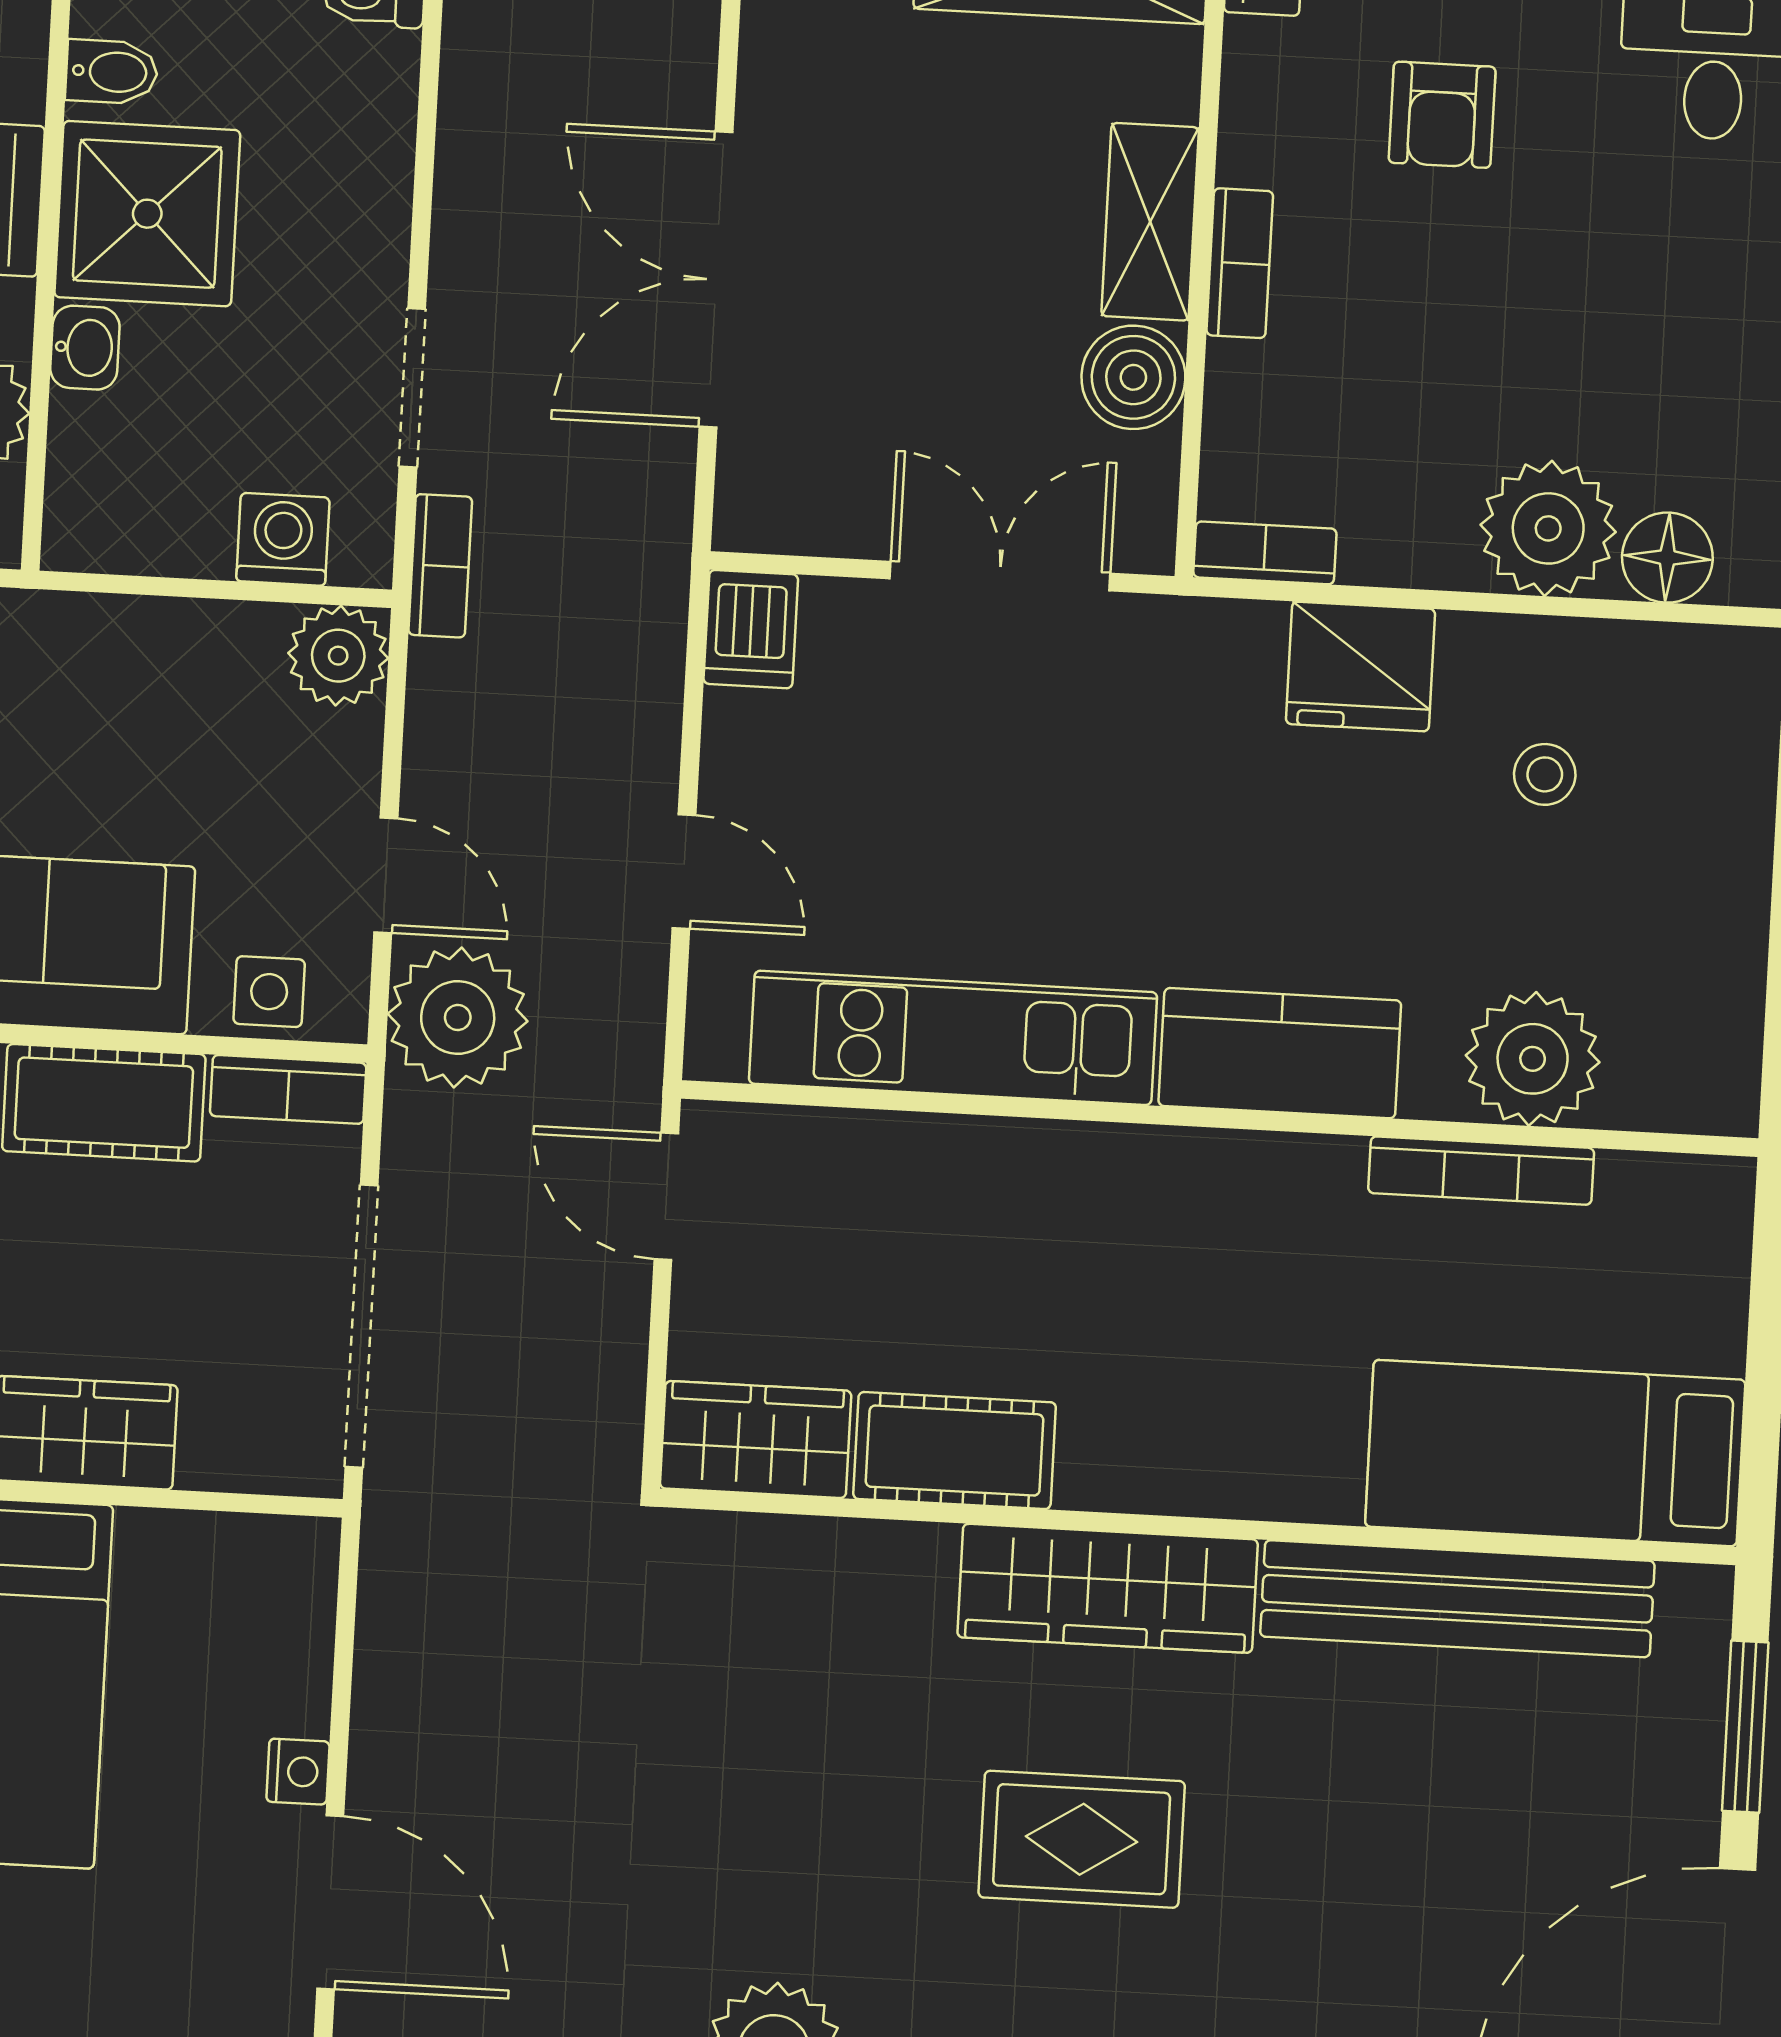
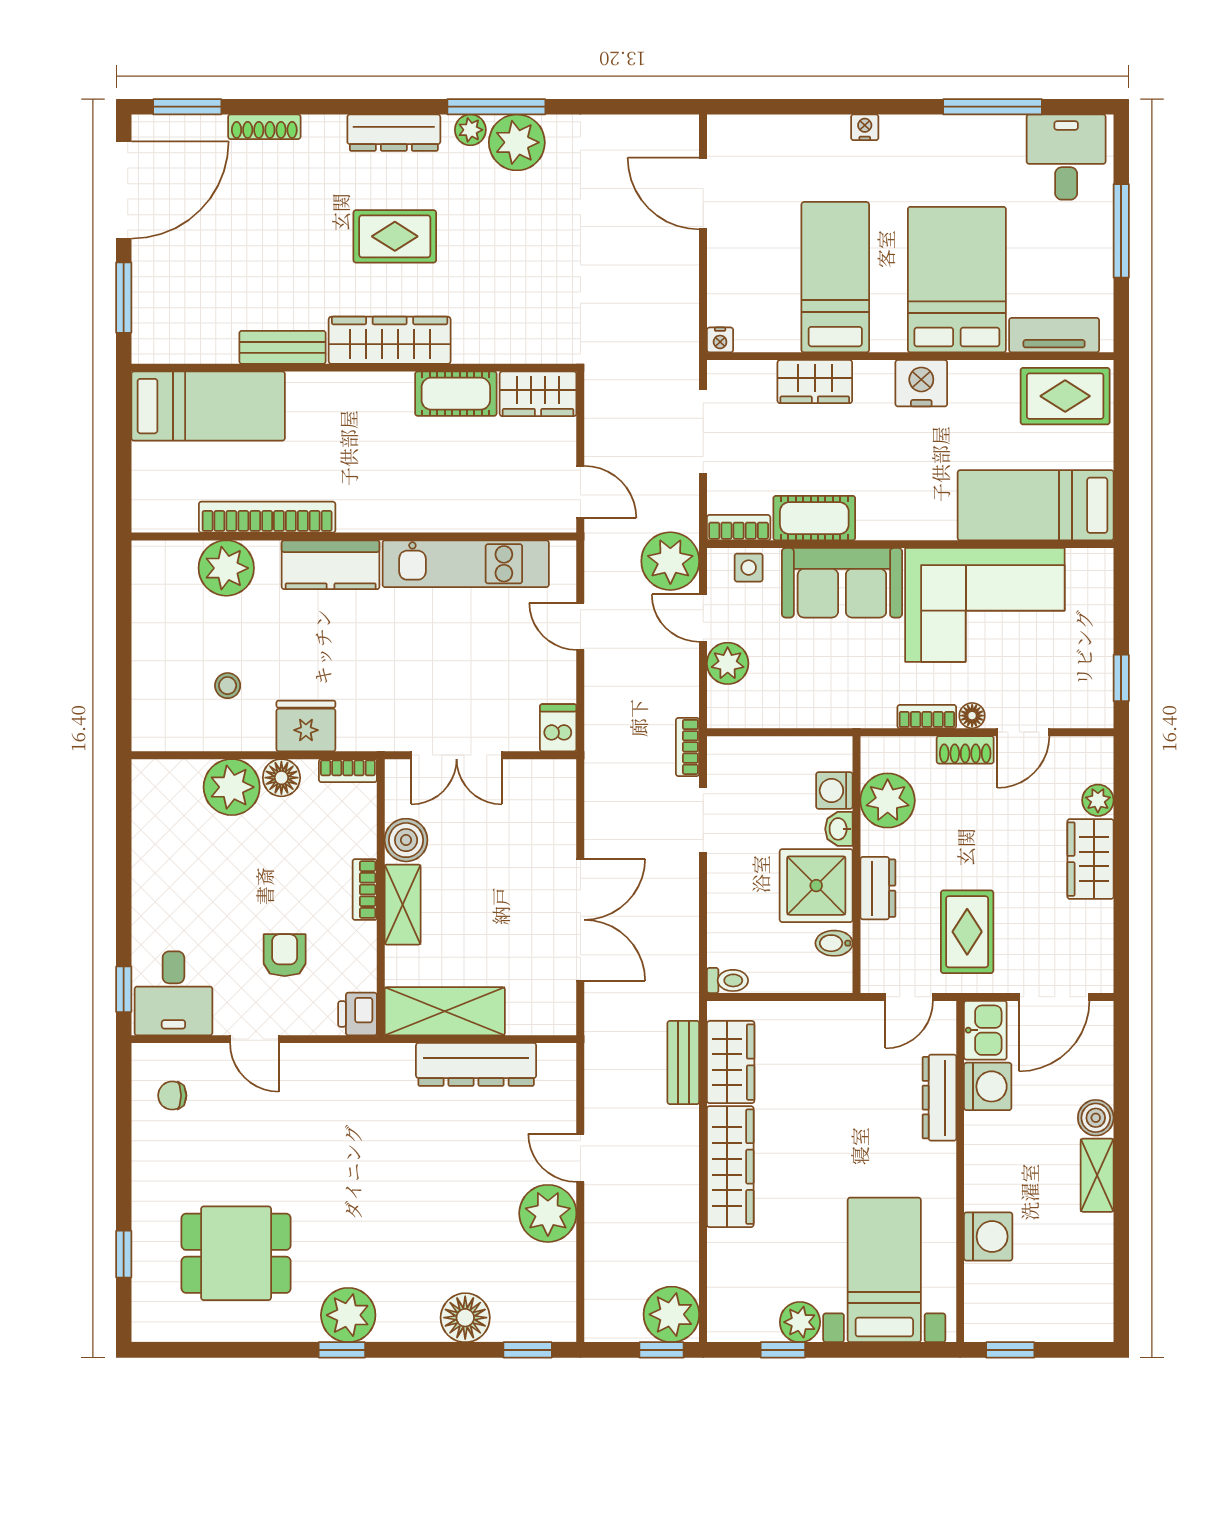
double door: (716, 280) -> (580, 920), moved
washing machine: (283, 539) -> (834, 790), moved, turned 90
floor lamp: (1667, 558) -> (281, 778), moved
plant: (338, 656) -> (728, 663), moved
bookcase: (1481, 1171) -> (267, 517), width x1.48, depth x1.31
doorway: (361, 1326) -> (703, 432), width x0.73
bench: (1457, 1599) -> (282, 347), width x0.54, depth x0.82
nightstand: (298, 1772) -> (720, 340), moved, turned -90

